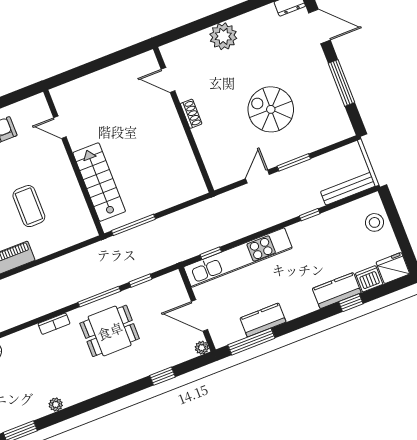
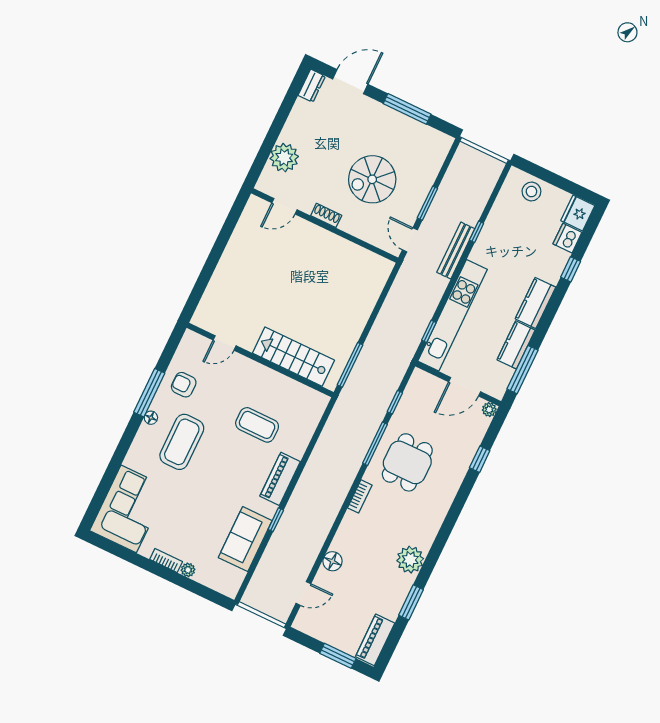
door: (168, 80) -> (285, 206), moved
shoe rack: (191, 114) -> (326, 215), moved
wall: (184, 120) -> (325, 225), moved
bench: (348, 189) -> (456, 251), moved
kitchen counter: (337, 291) -> (535, 303), moved
plant: (56, 405) -> (410, 560), width x1.88, depth x1.88

